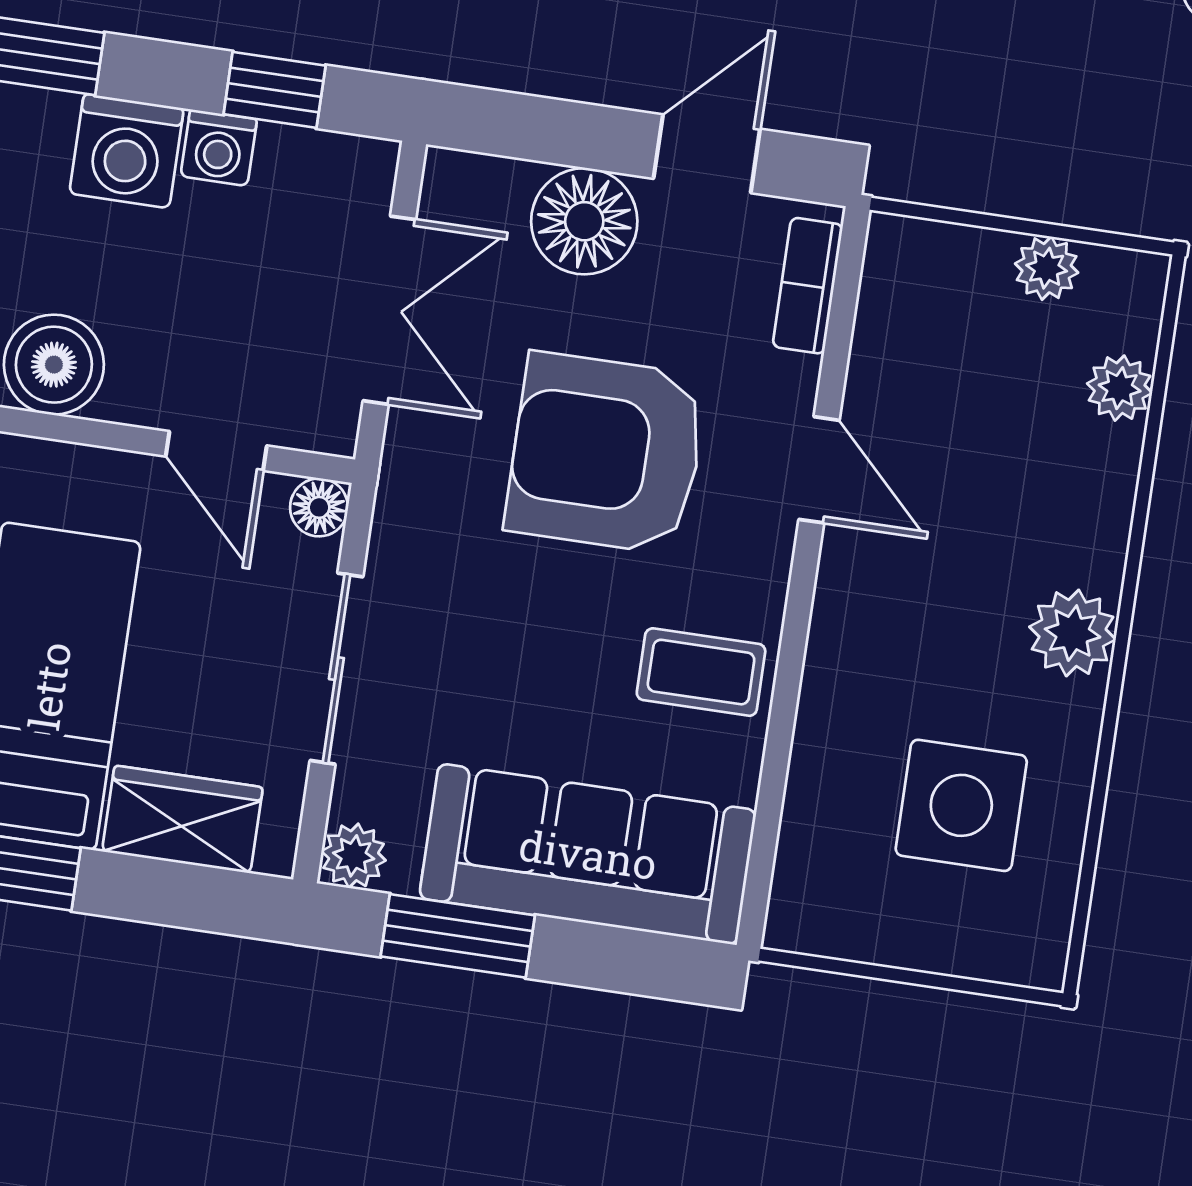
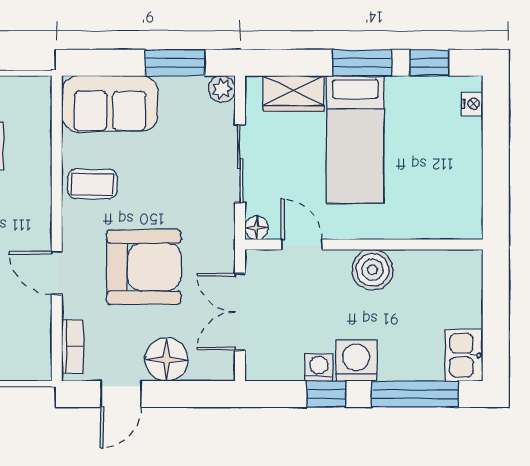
window: (275, 90) -> (326, 394), moved
sofa: (588, 854) -> (110, 104), width x0.73

